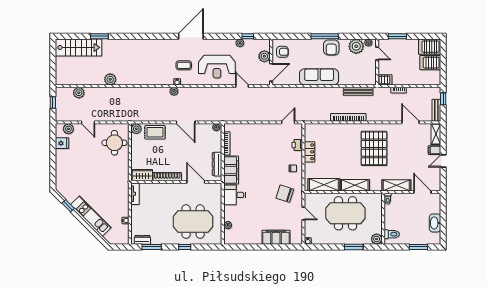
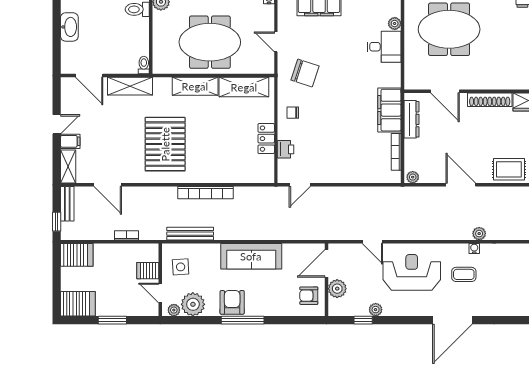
window: (397, 36) -> (112, 320), moved
server rack: (430, 63) -> (77, 255), moved
side table: (364, 70) -> (181, 267), added
server rack: (385, 80) -> (148, 271), moved
desk: (234, 195) -> (384, 47), moved

